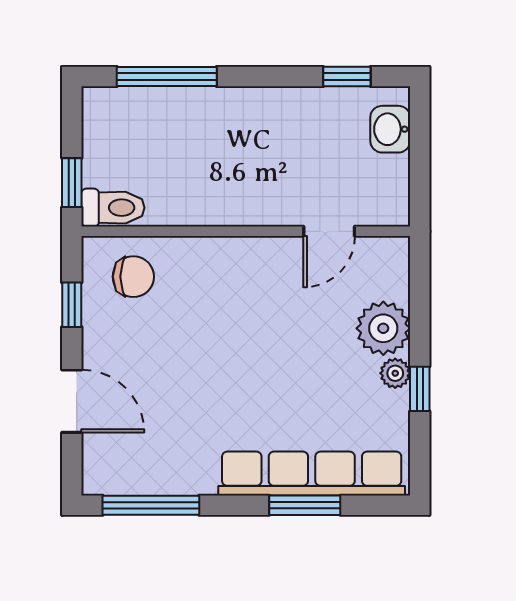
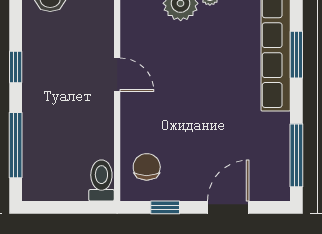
window: (347, 77) -> (16, 67), moved
window: (72, 183) -> (85, 207), removed
door: (329, 231) -> (117, 75), moved

